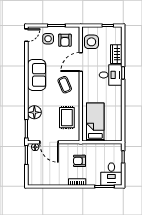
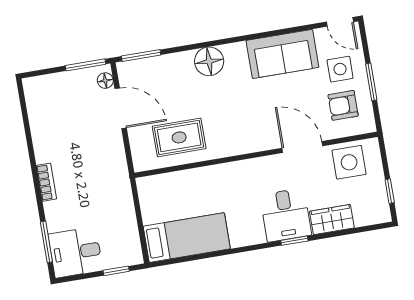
sofa: (37, 75) -> (282, 54), moved
coffee table: (65, 85) -> (248, 121), removed
floor lamp: (34, 112) -> (209, 61), moved
bed: (95, 122) -> (187, 238), moved
door: (49, 142) -> (121, 108), swing flipped
armchair: (80, 161) -> (92, 180), removed

